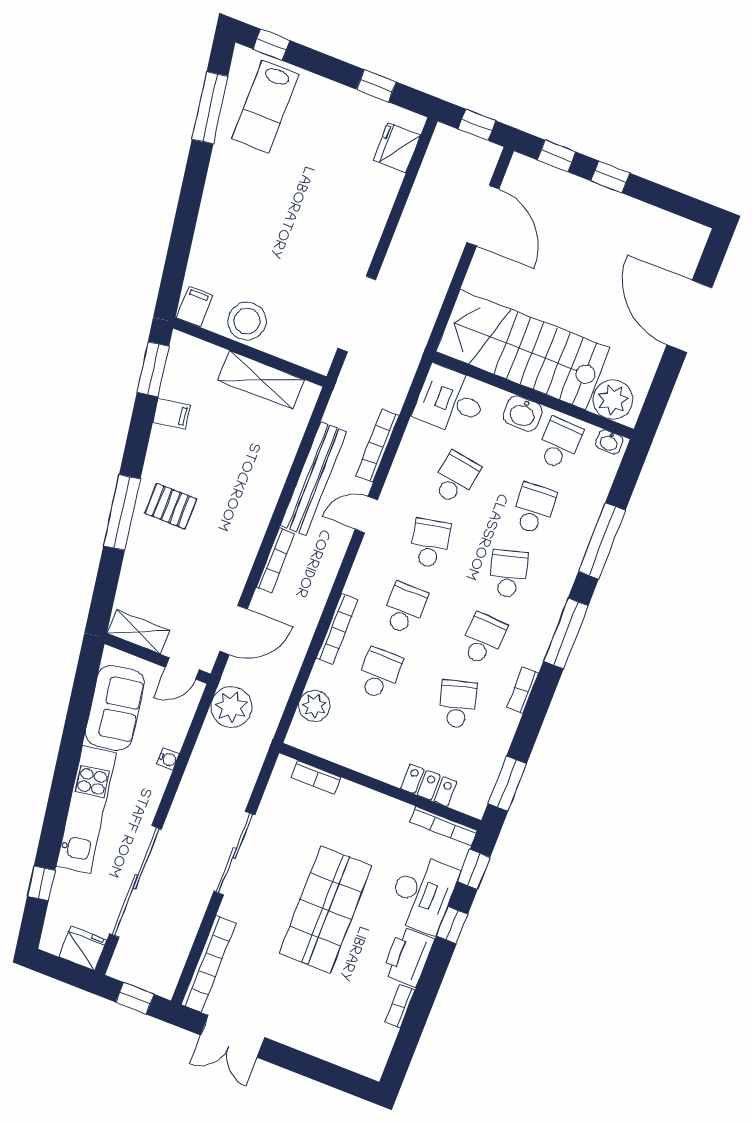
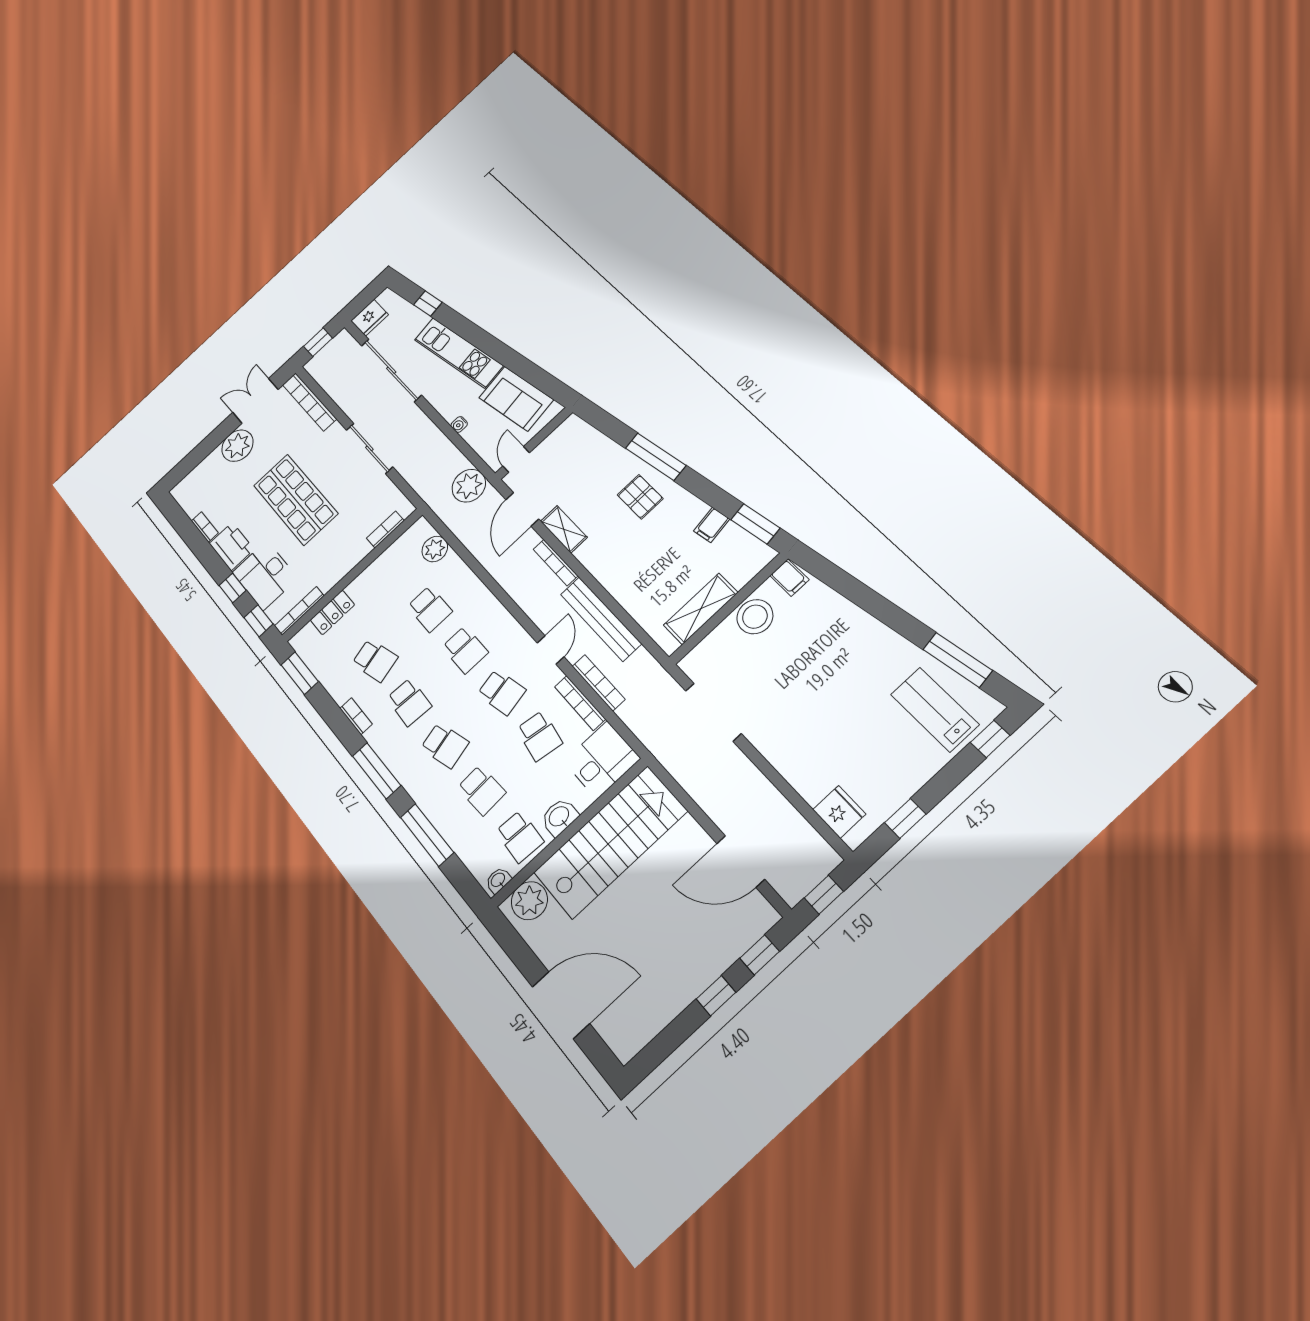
pallet: (171, 506) -> (640, 497), turned 90
bookcase: (337, 629) -> (580, 703), moved
shelving: (139, 632) -> (564, 529), moved, turned 90
plant: (293, 1025) -> (237, 446), added

